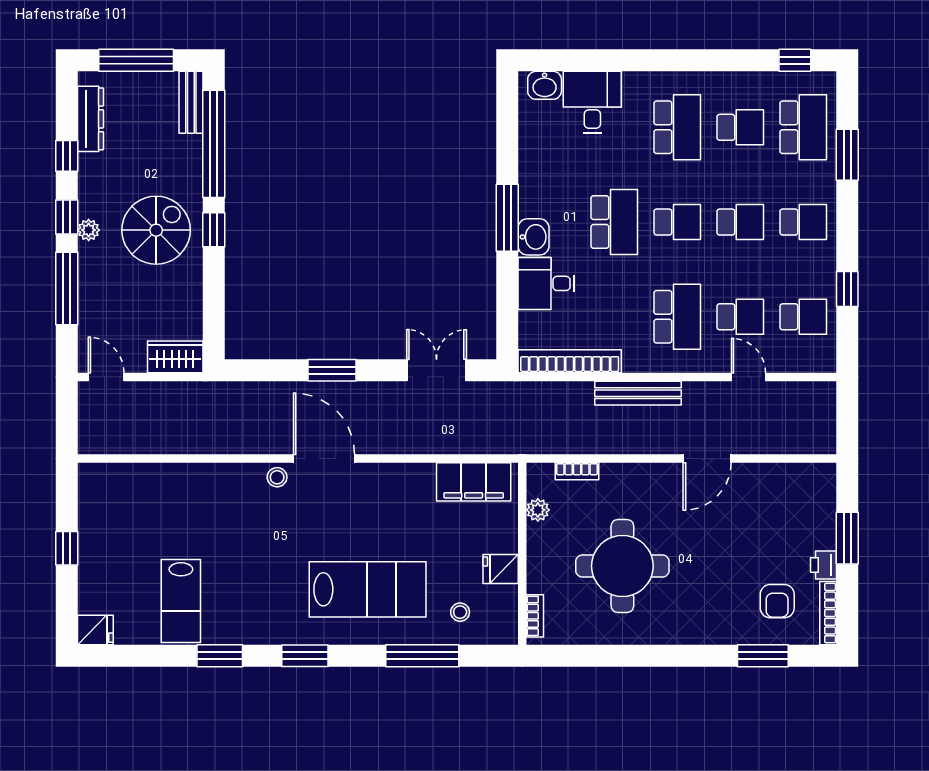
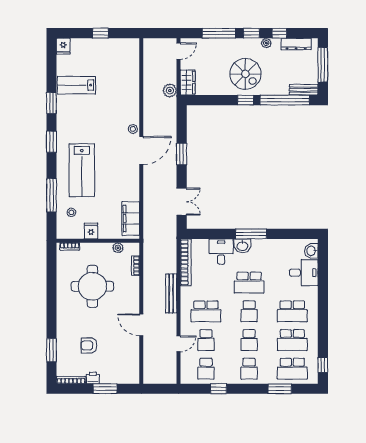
school desk: (740, 127) -> (292, 340), width x1.85
plant: (89, 230) -> (266, 43), moved
plant: (193, 396) -> (170, 91), added
armchair: (777, 601) -> (89, 345), moved

